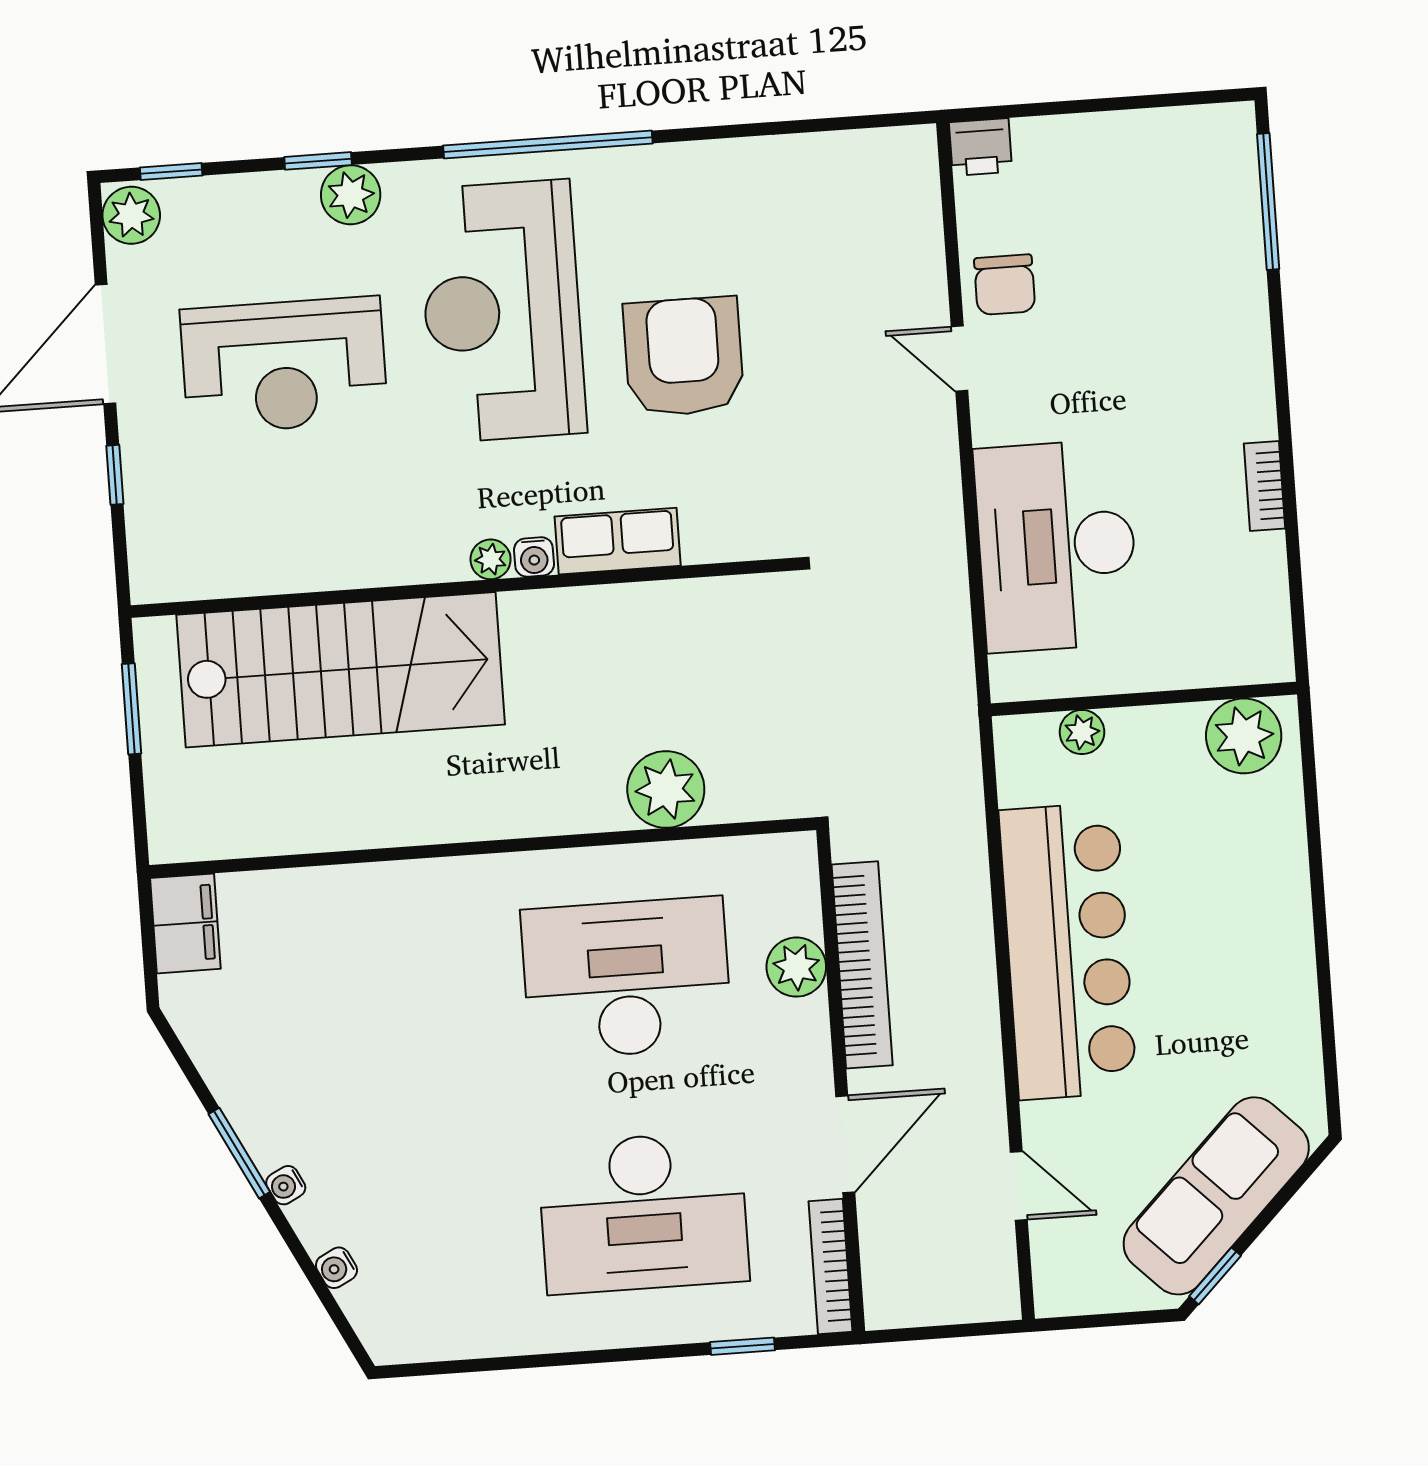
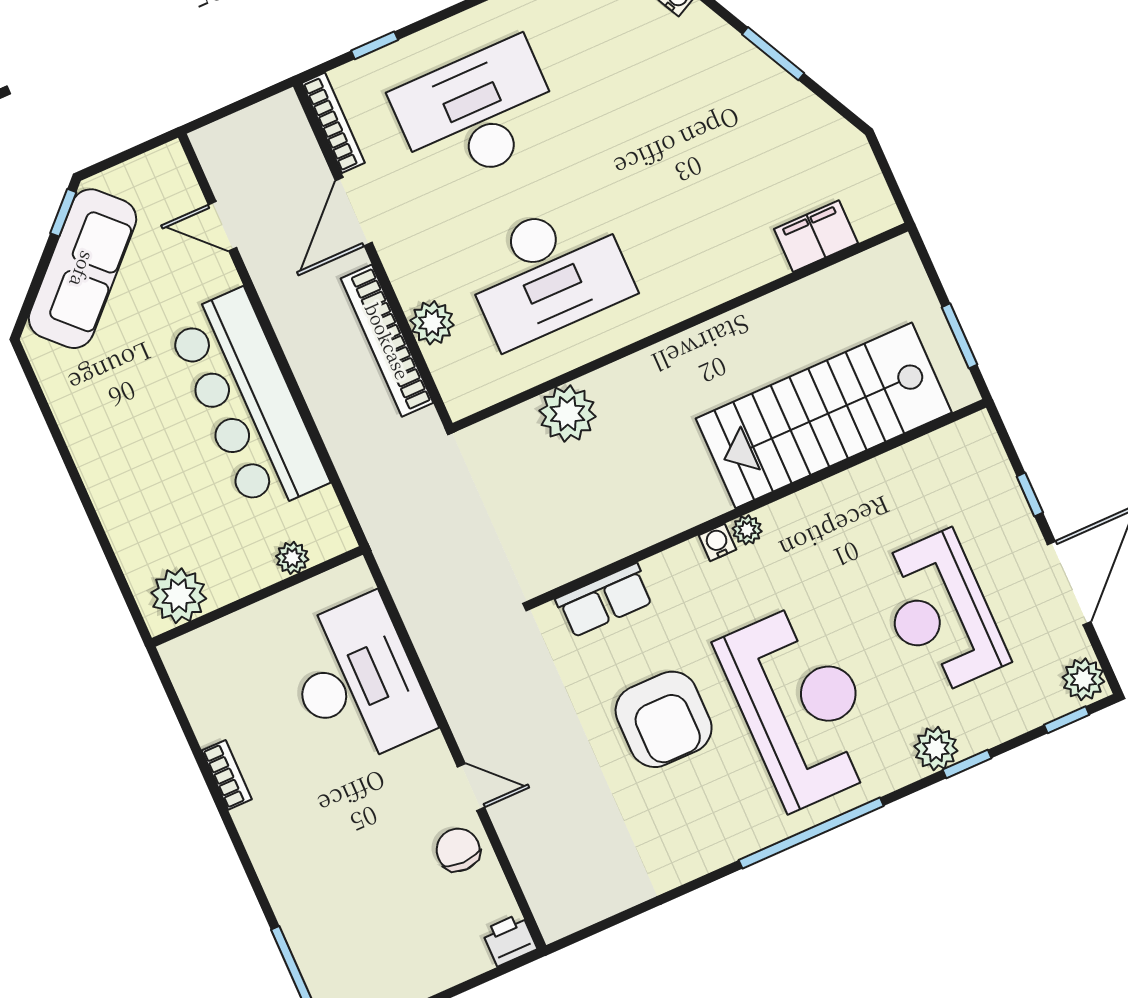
reception desk: (284, 365) -> (939, 613), turned -90
row of seats: (618, 541) -> (605, 600), moved
filing cabinet: (185, 923) -> (816, 236), moved, turned 90
water cooler: (286, 1185) -> (733, 43), removed

